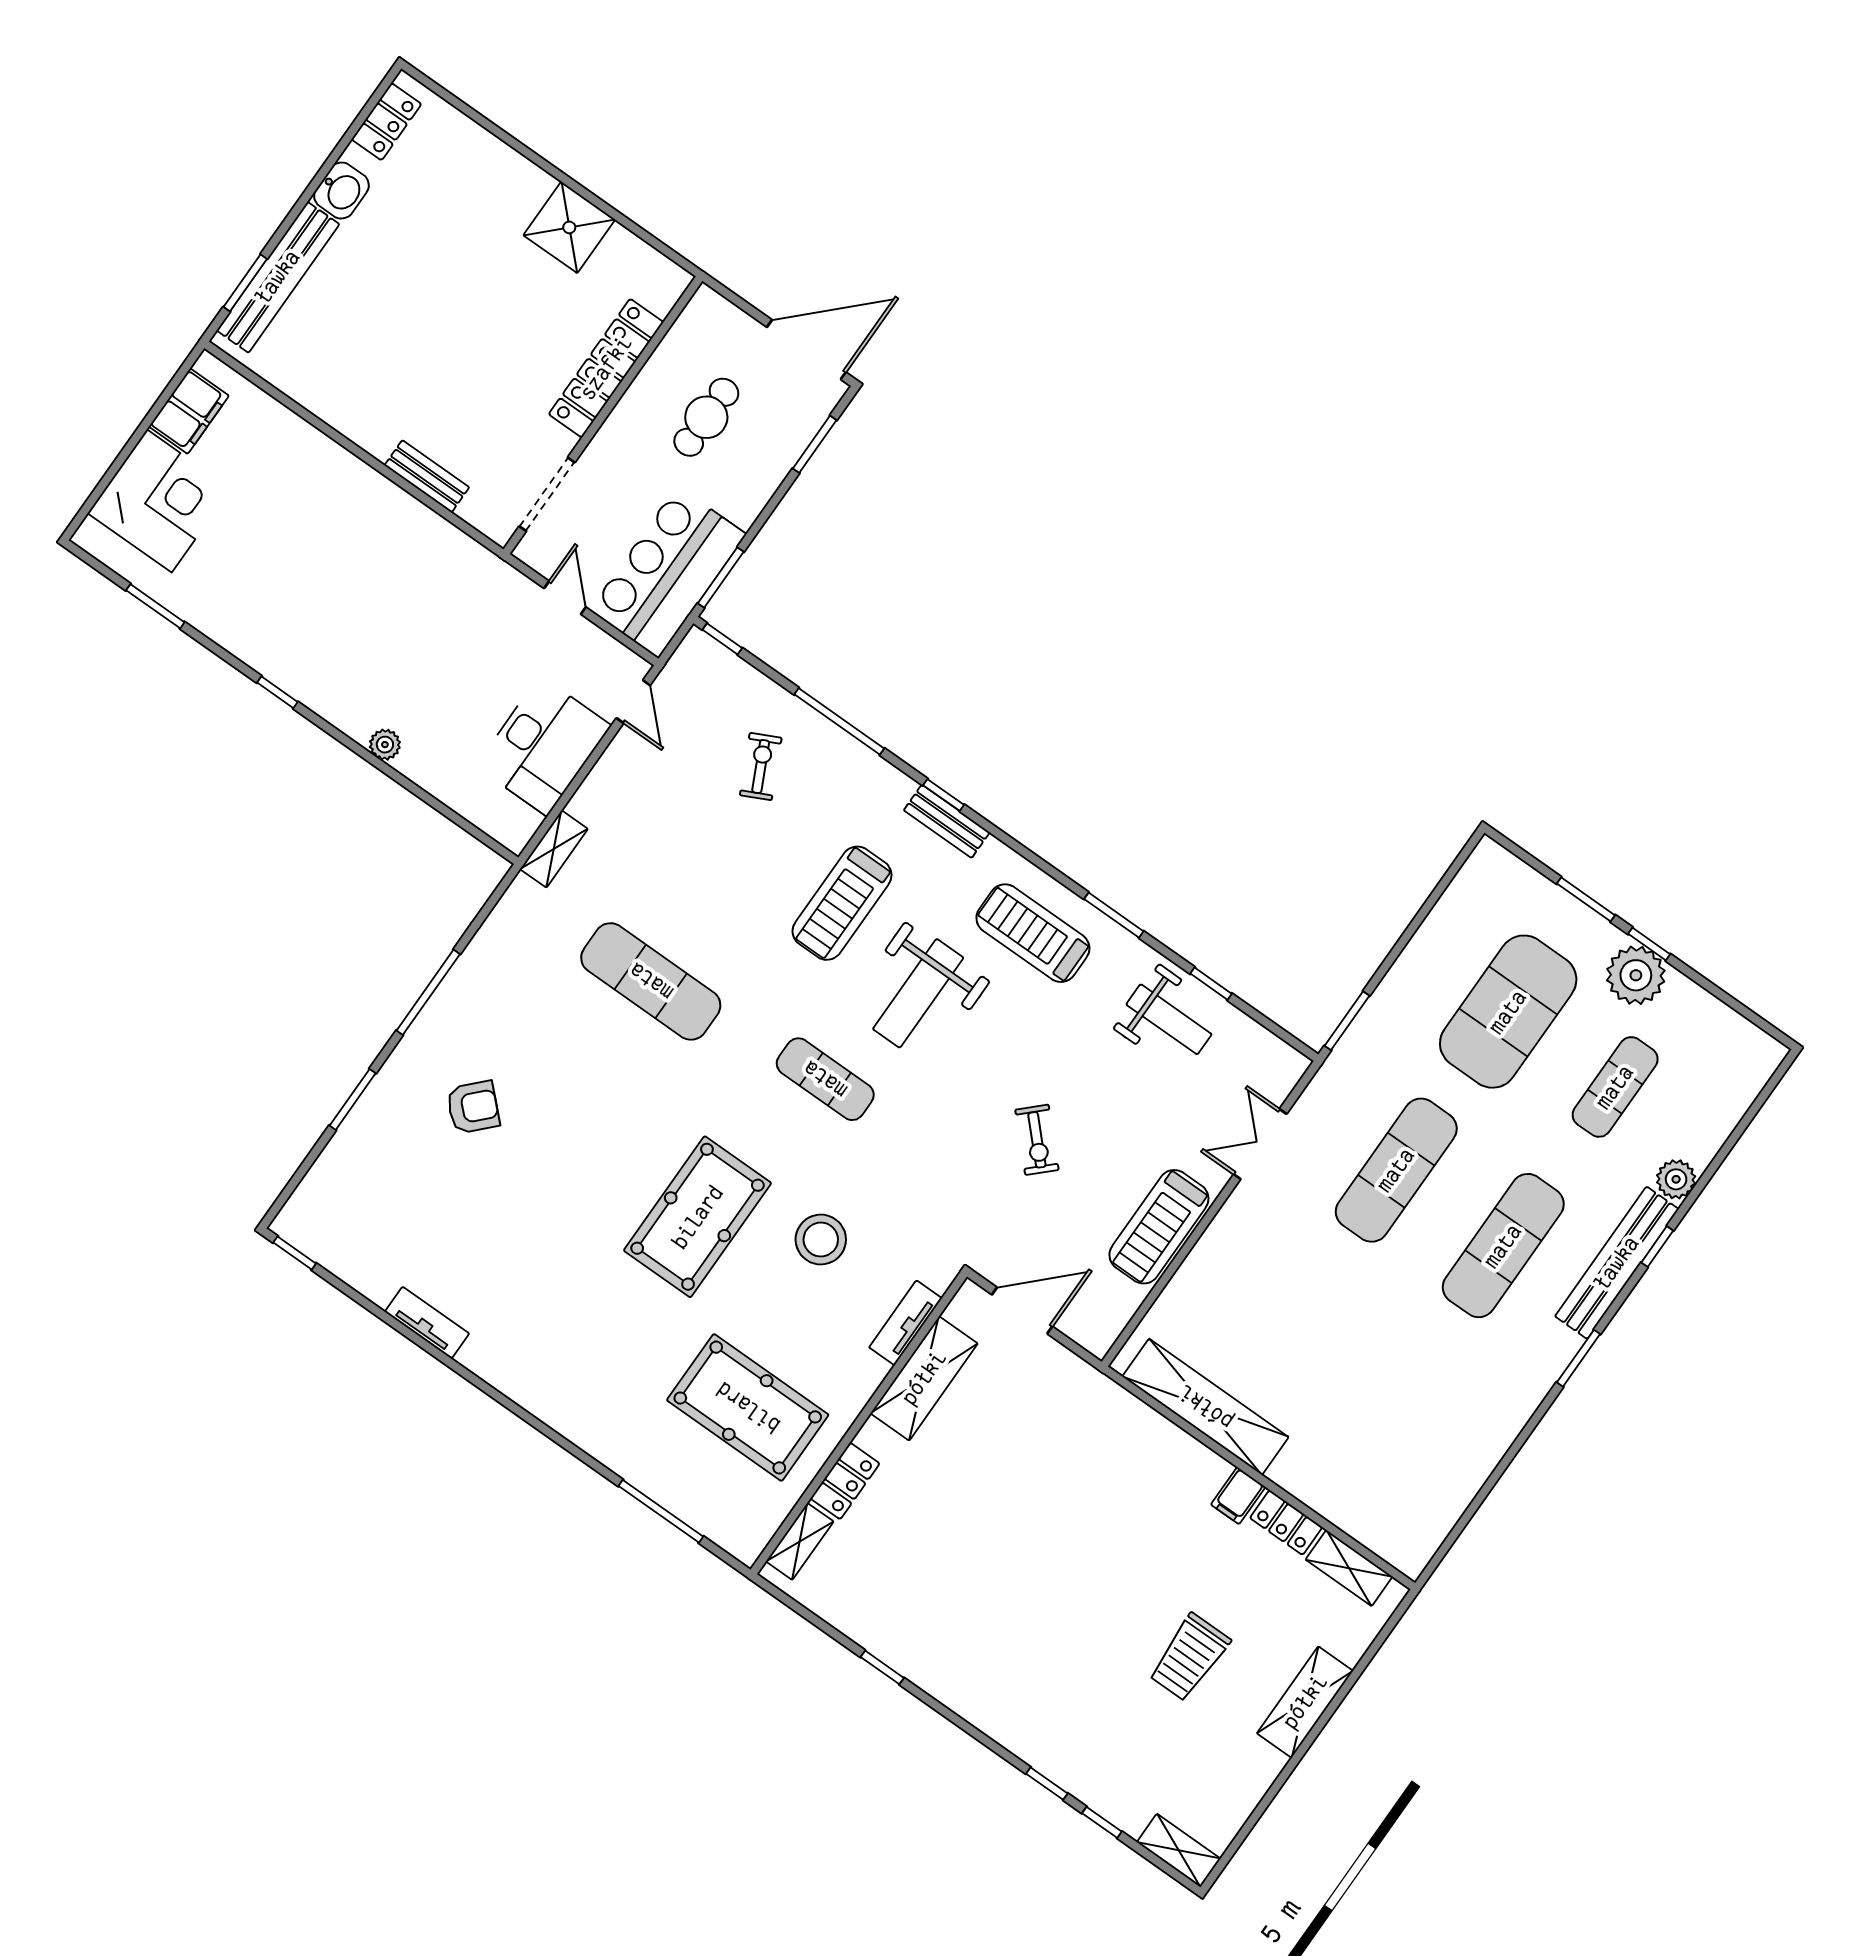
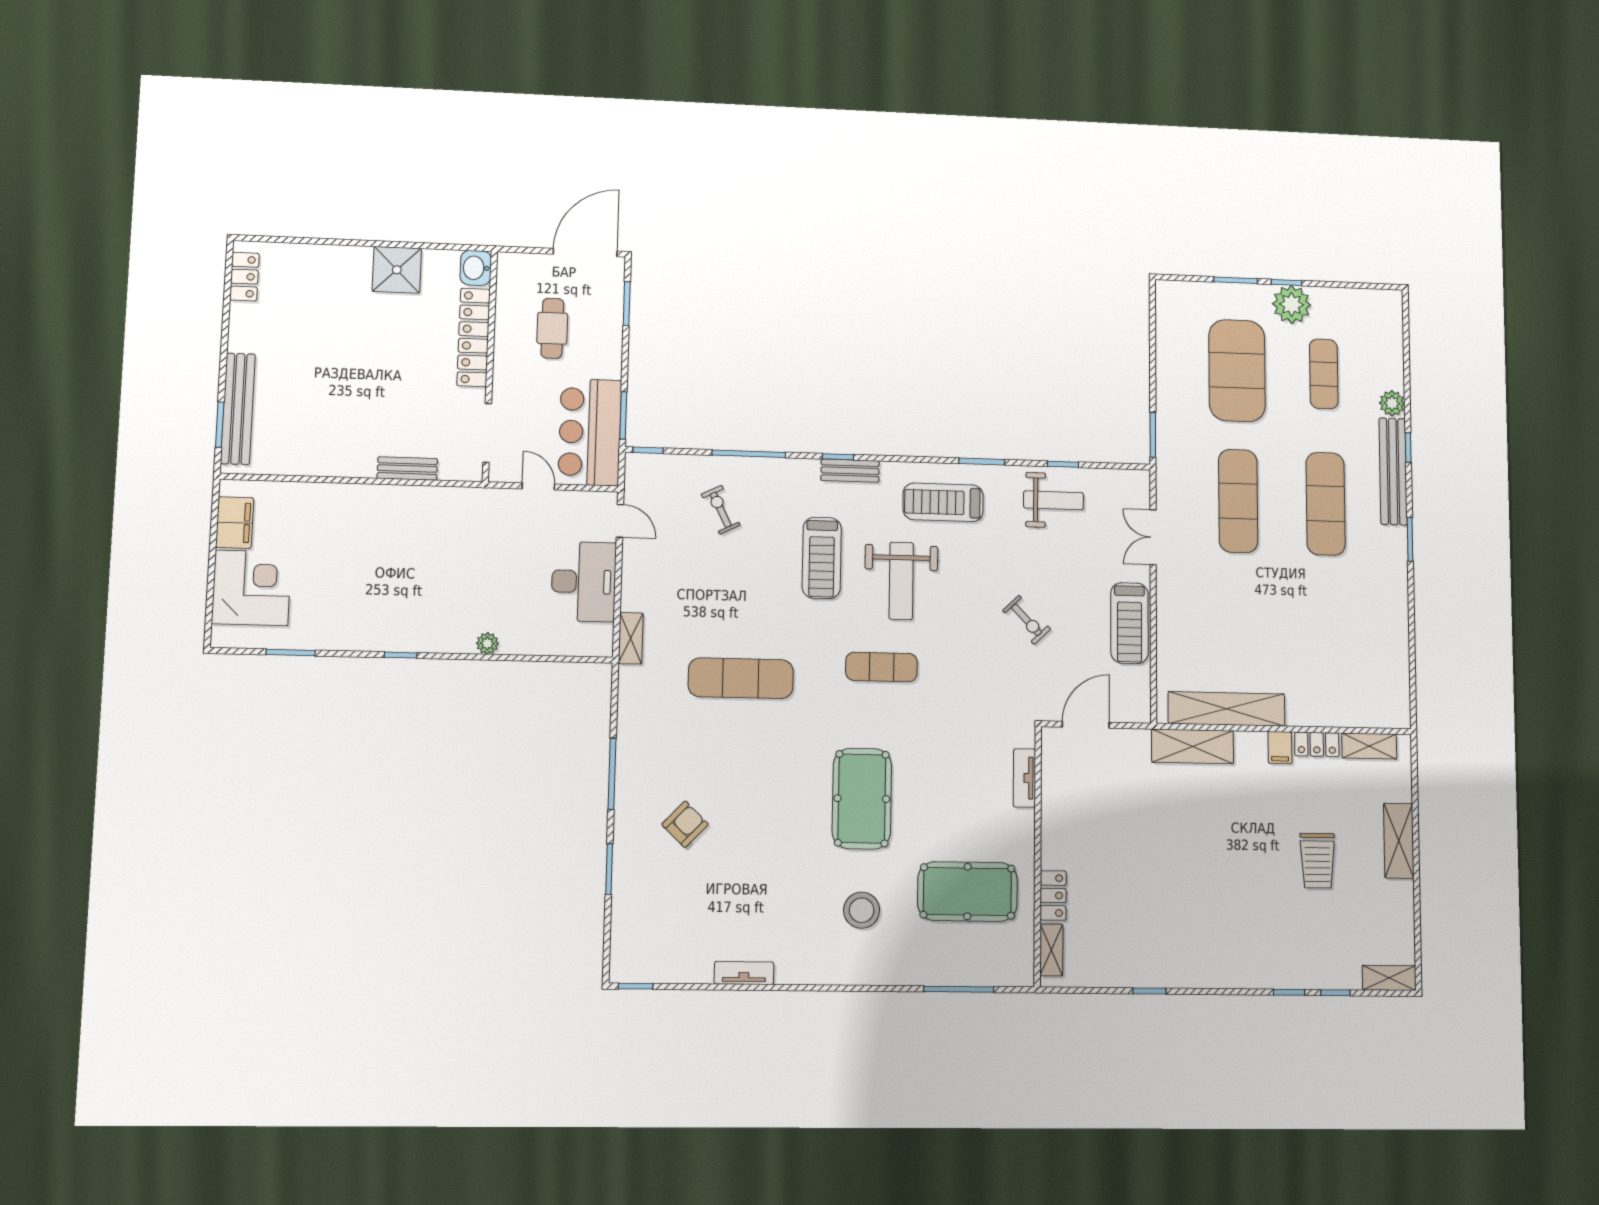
washbasin: (341, 191) -> (476, 268), moved, turned 180
stool: (821, 1240) -> (862, 910), moved
shelving: (924, 1378) -> (1193, 746), moved, turned 90

